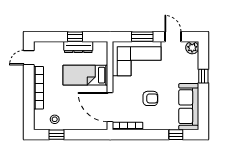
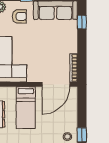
armchair: (150, 98) -> (19, 16), moved, turned 90

